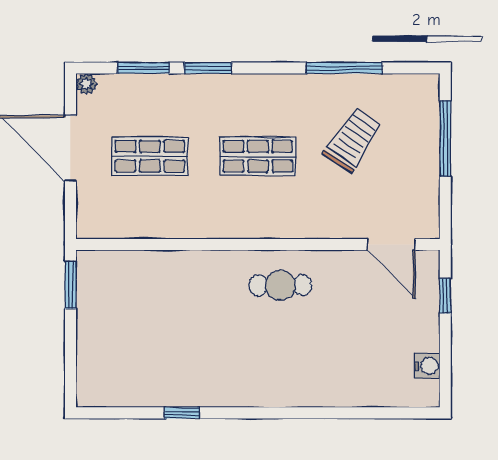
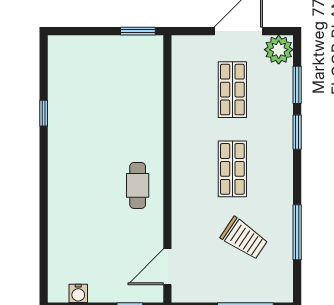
plant: (86, 84) -> (279, 50), width x1.88, depth x1.88

